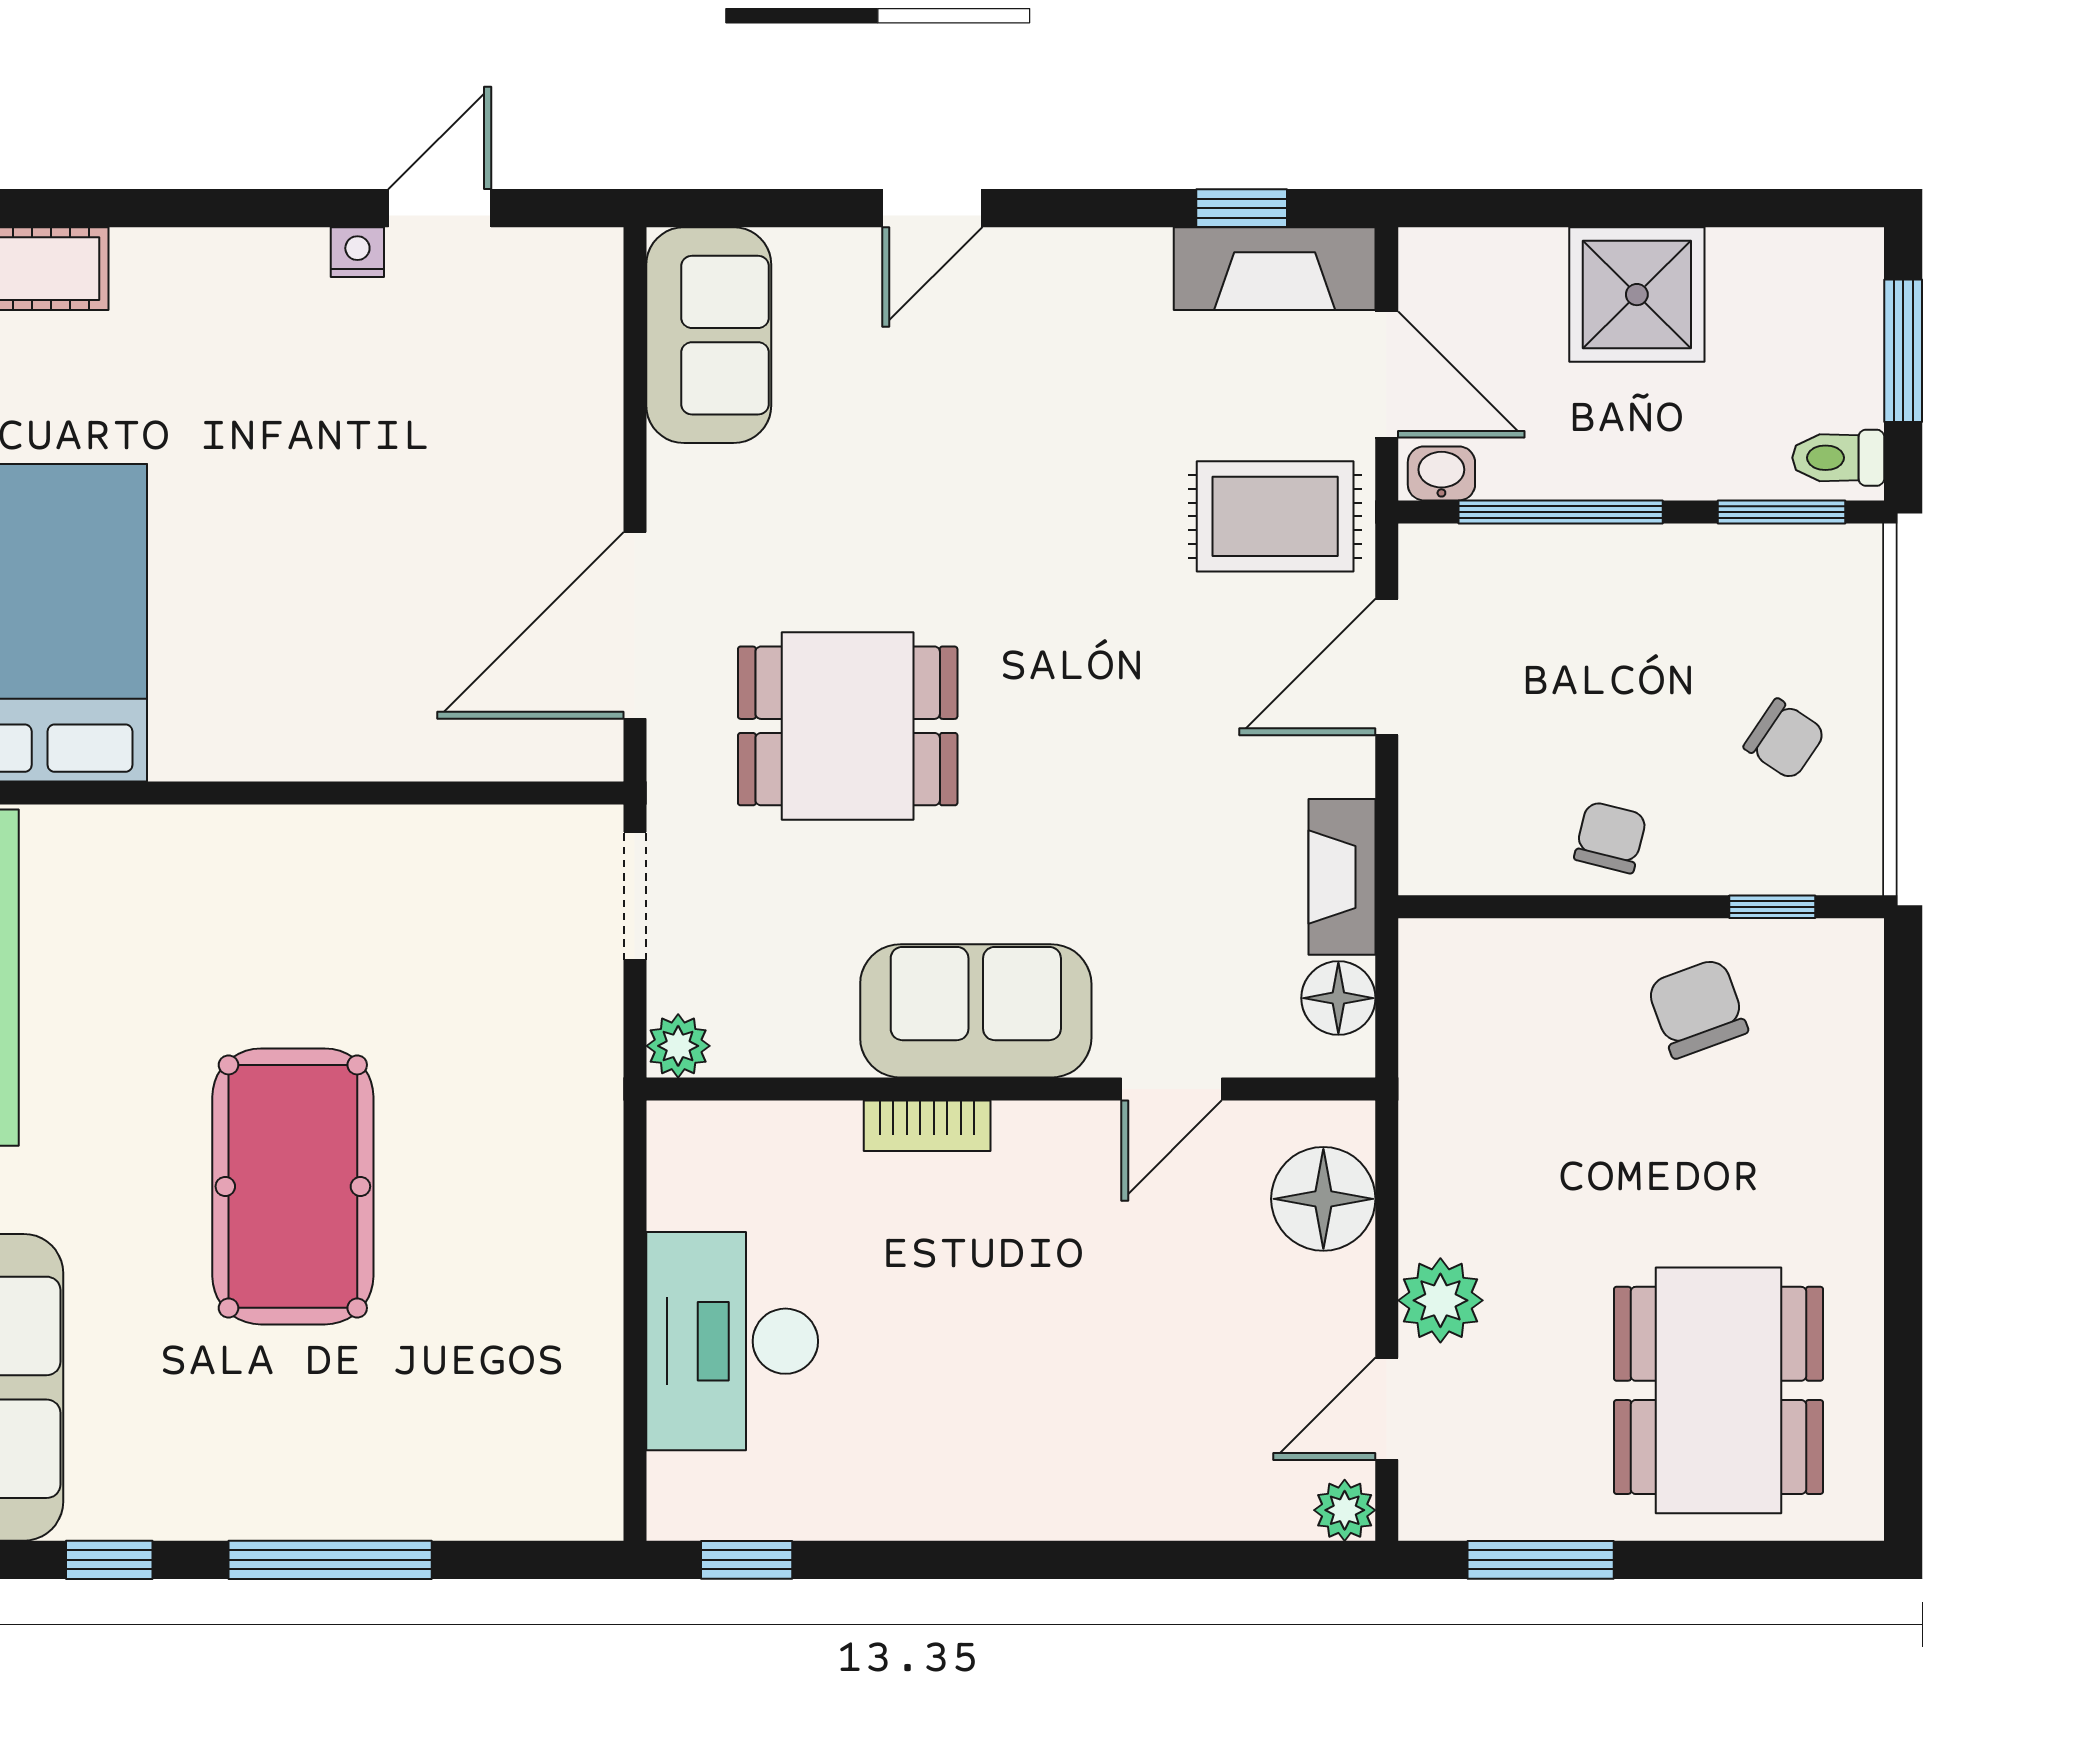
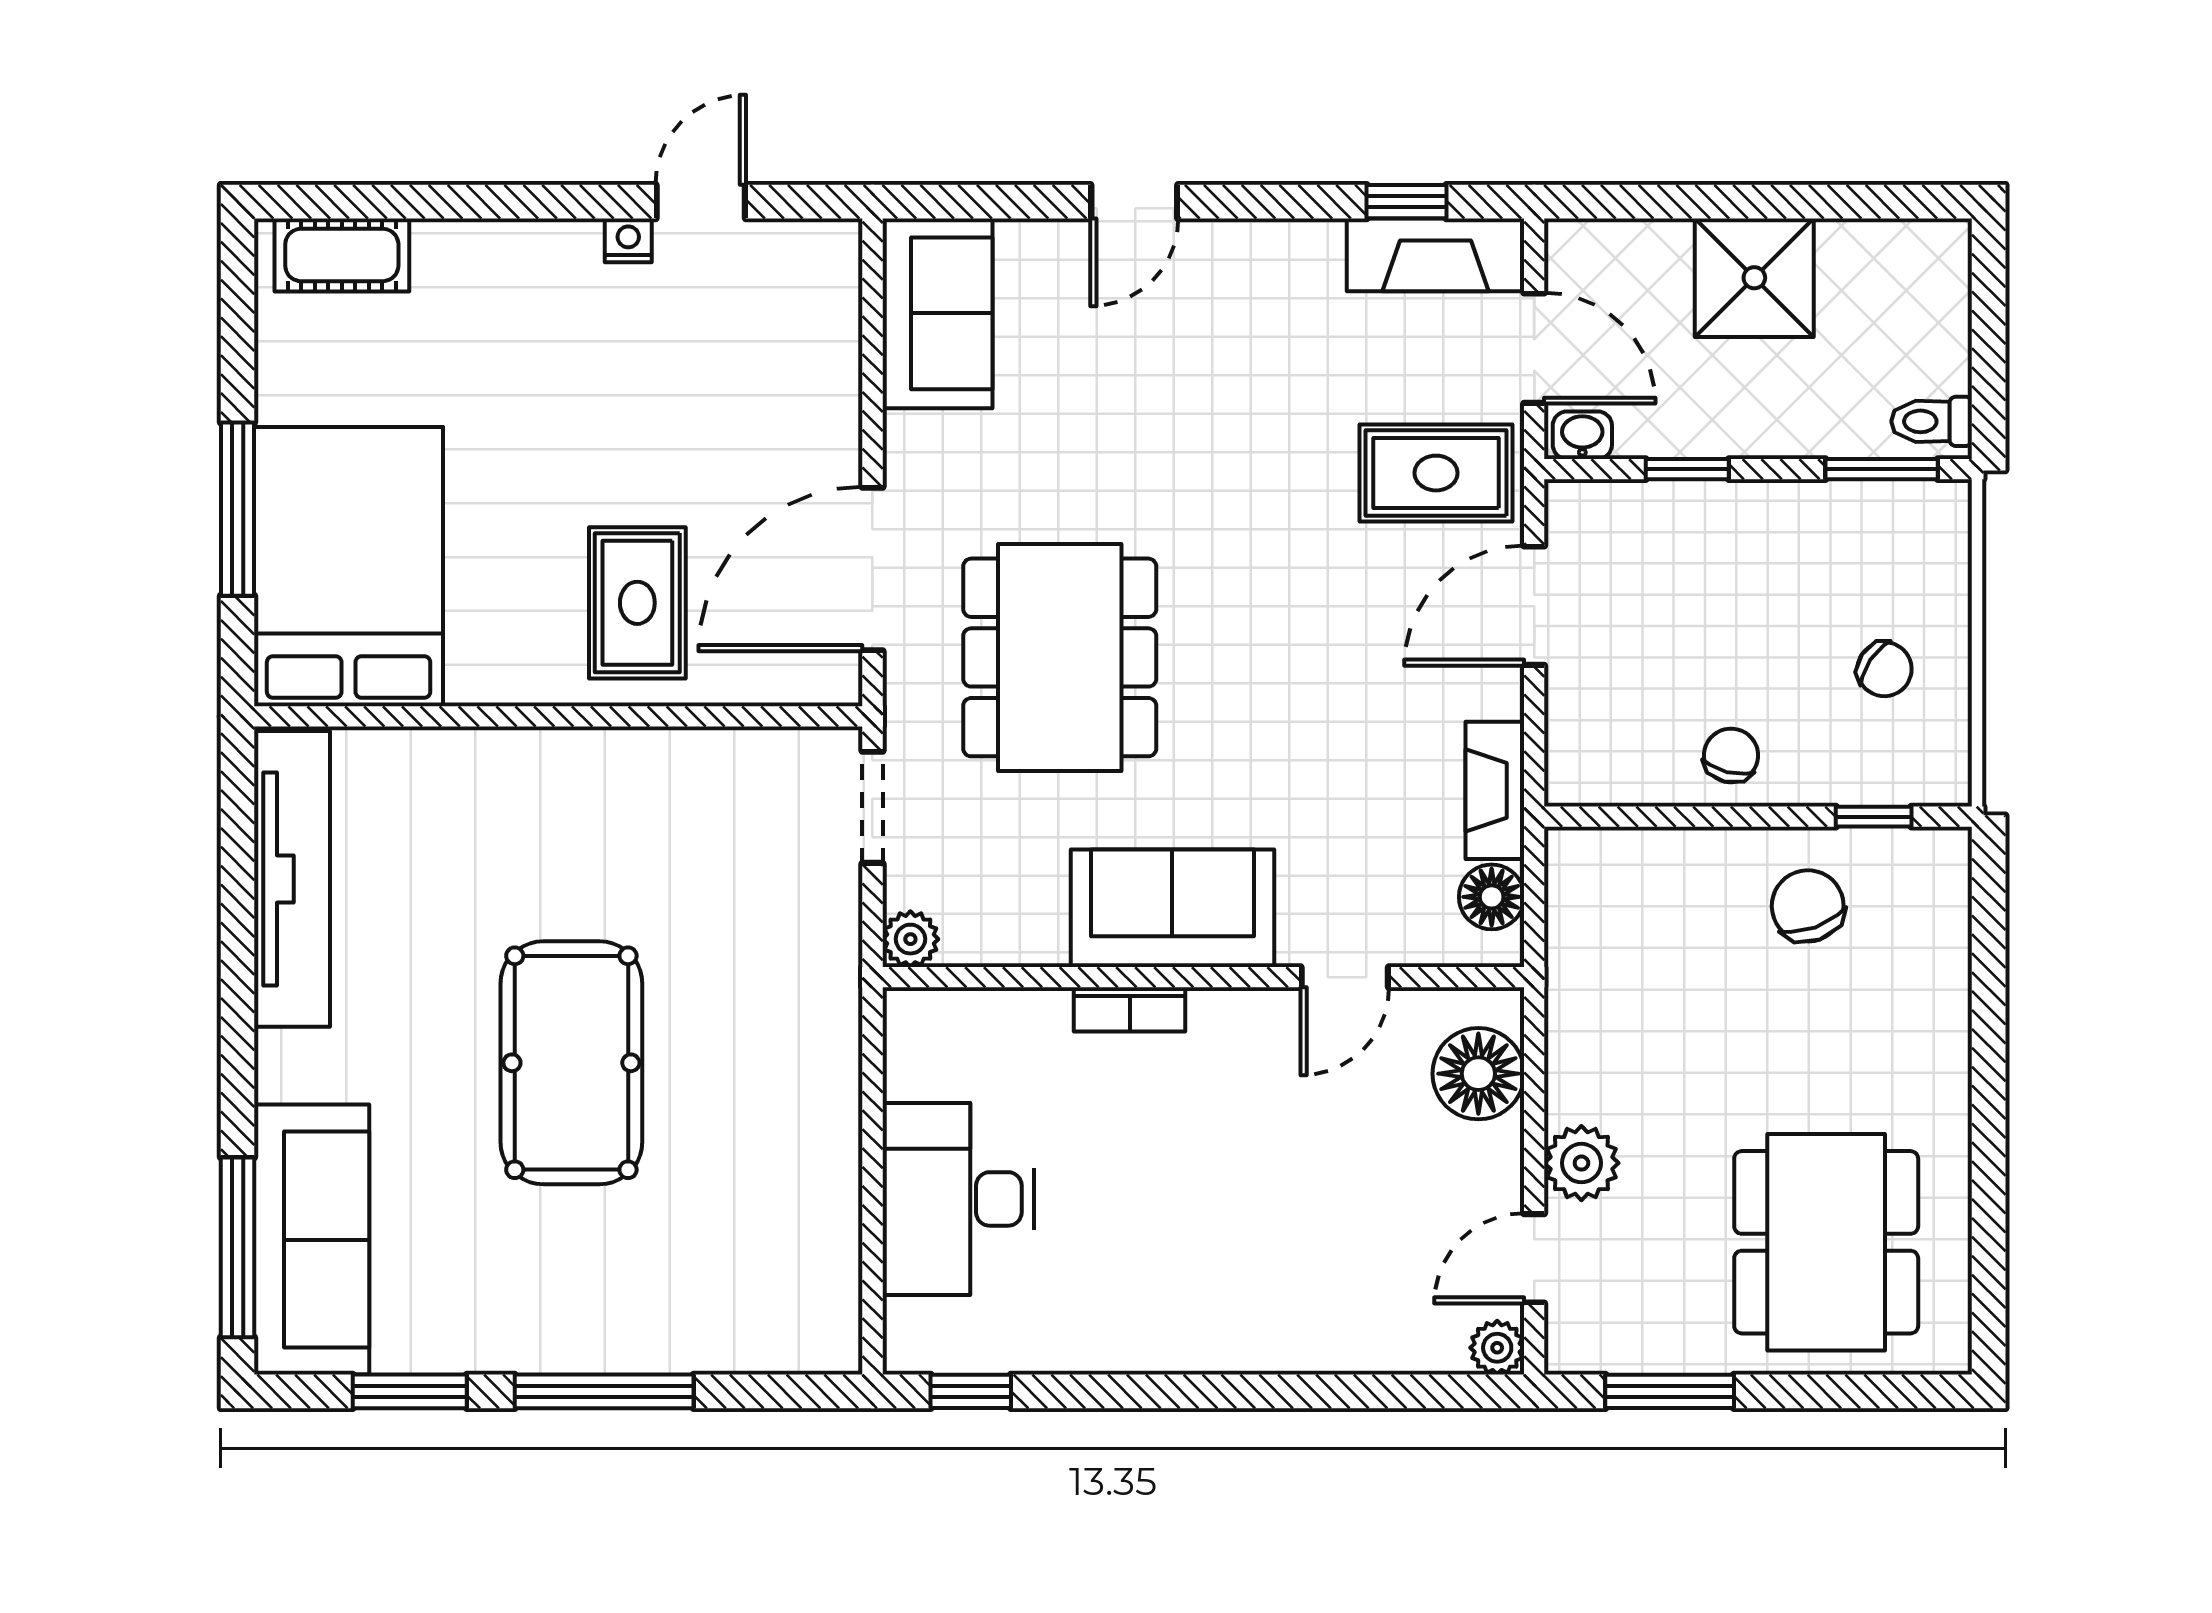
window: (1903, 351) -> (1989, 327), removed
window: (1561, 512) -> (1687, 469), width x0.46
rug: (368, 664) -> (637, 603), added
dining table: (848, 726) -> (1060, 657), width x1.38
window: (109, 1560) -> (410, 1391), width x1.50

